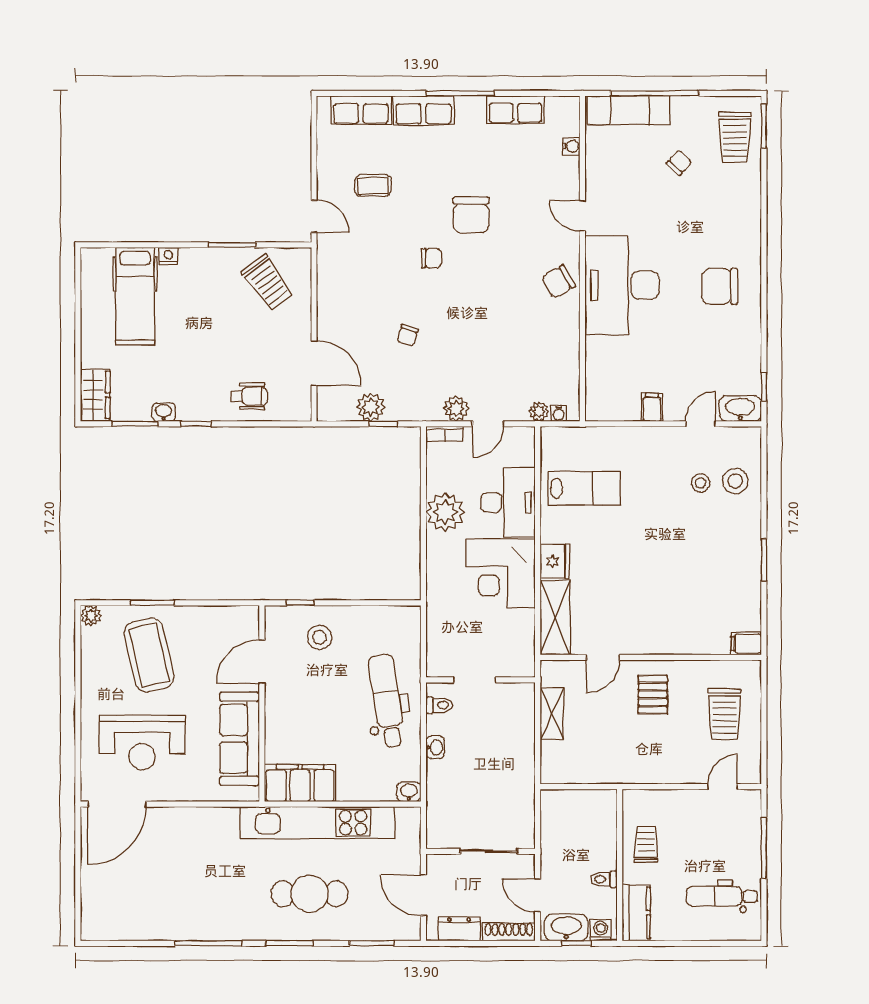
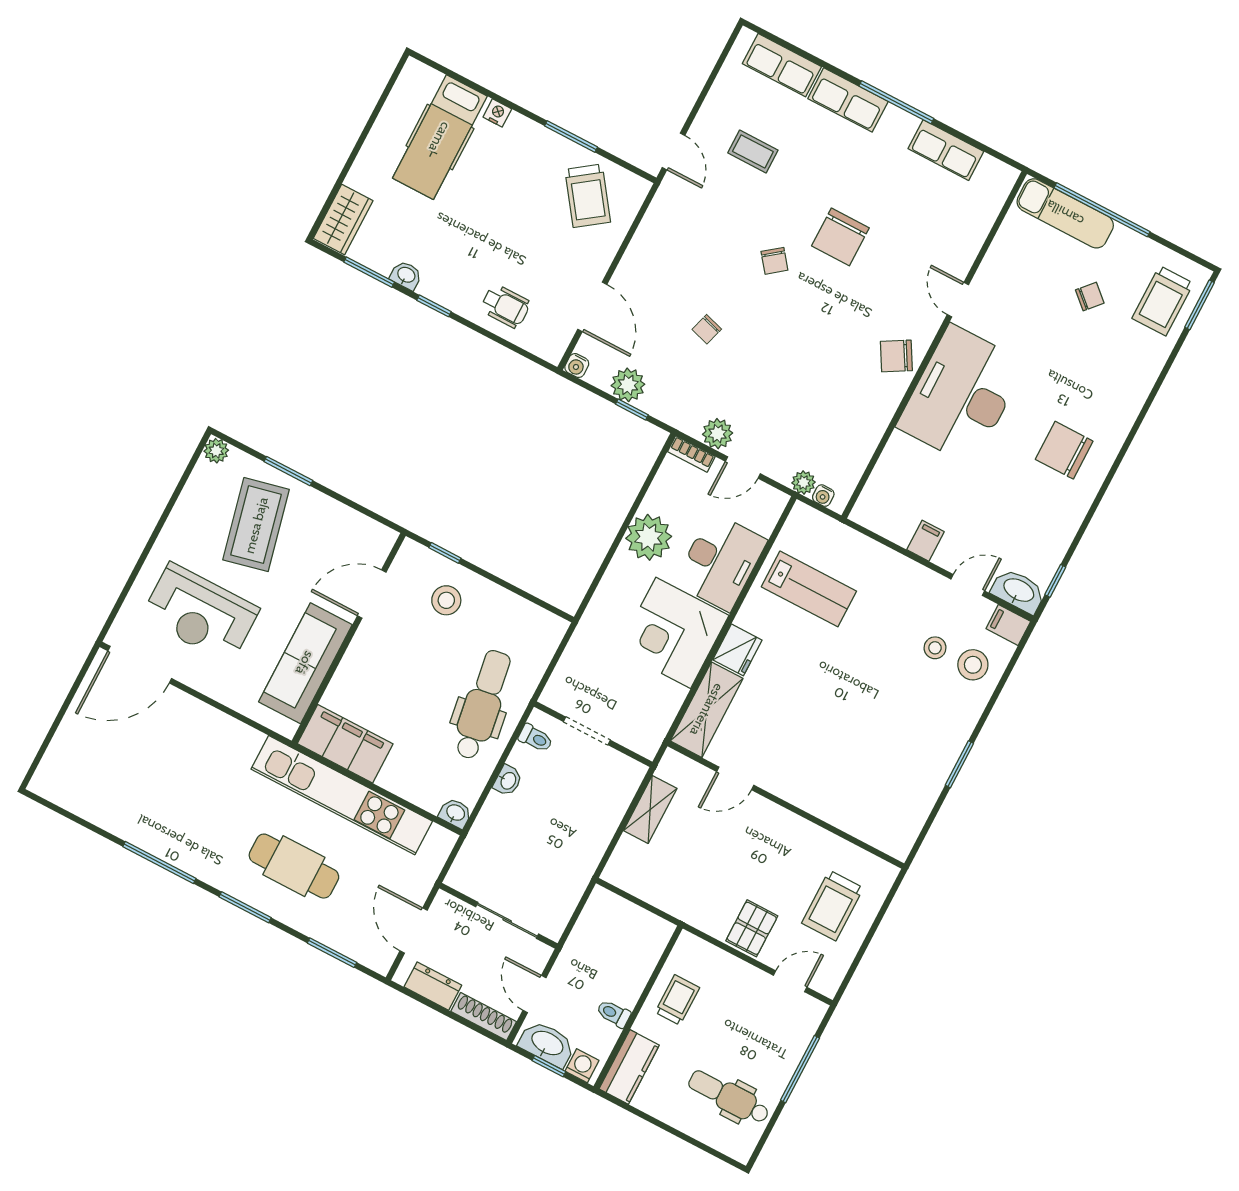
water cooler: (571, 146) -> (577, 366), moved, turned 90
chair: (431, 258) -> (774, 261), turned 52
filing cabinet: (746, 644) -> (1008, 625), moved
pallet: (653, 694) -> (752, 928), moved

